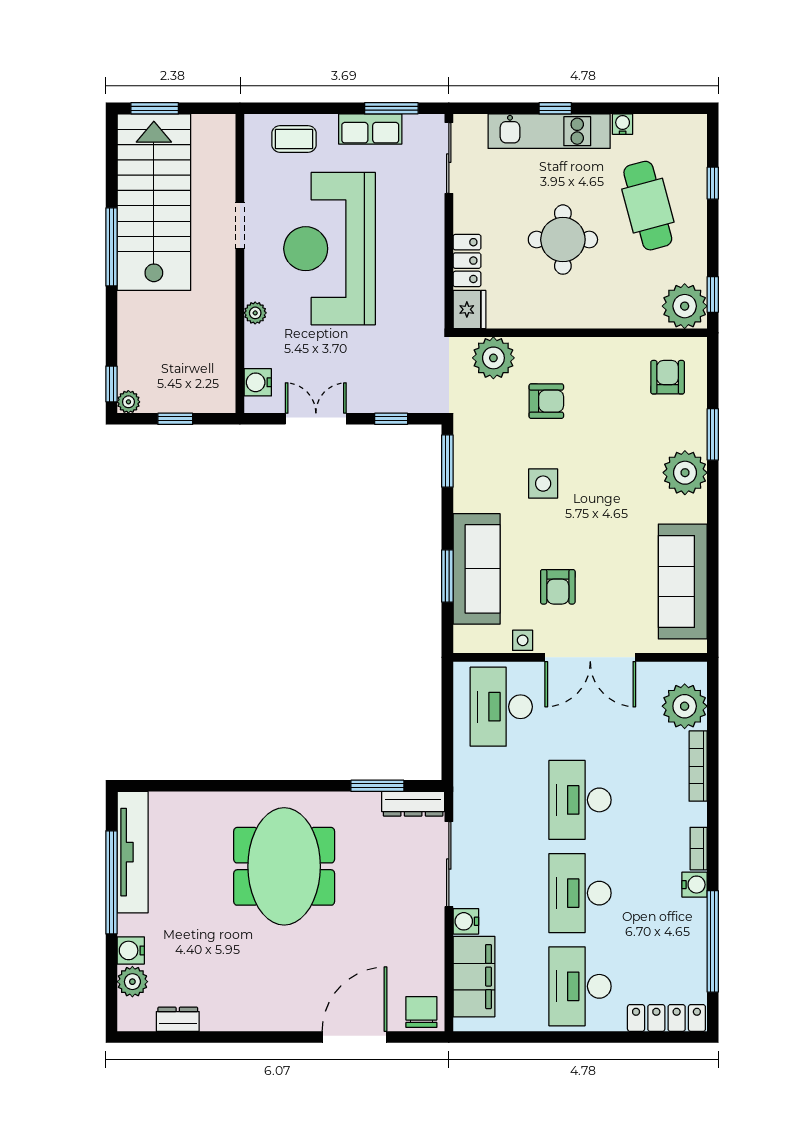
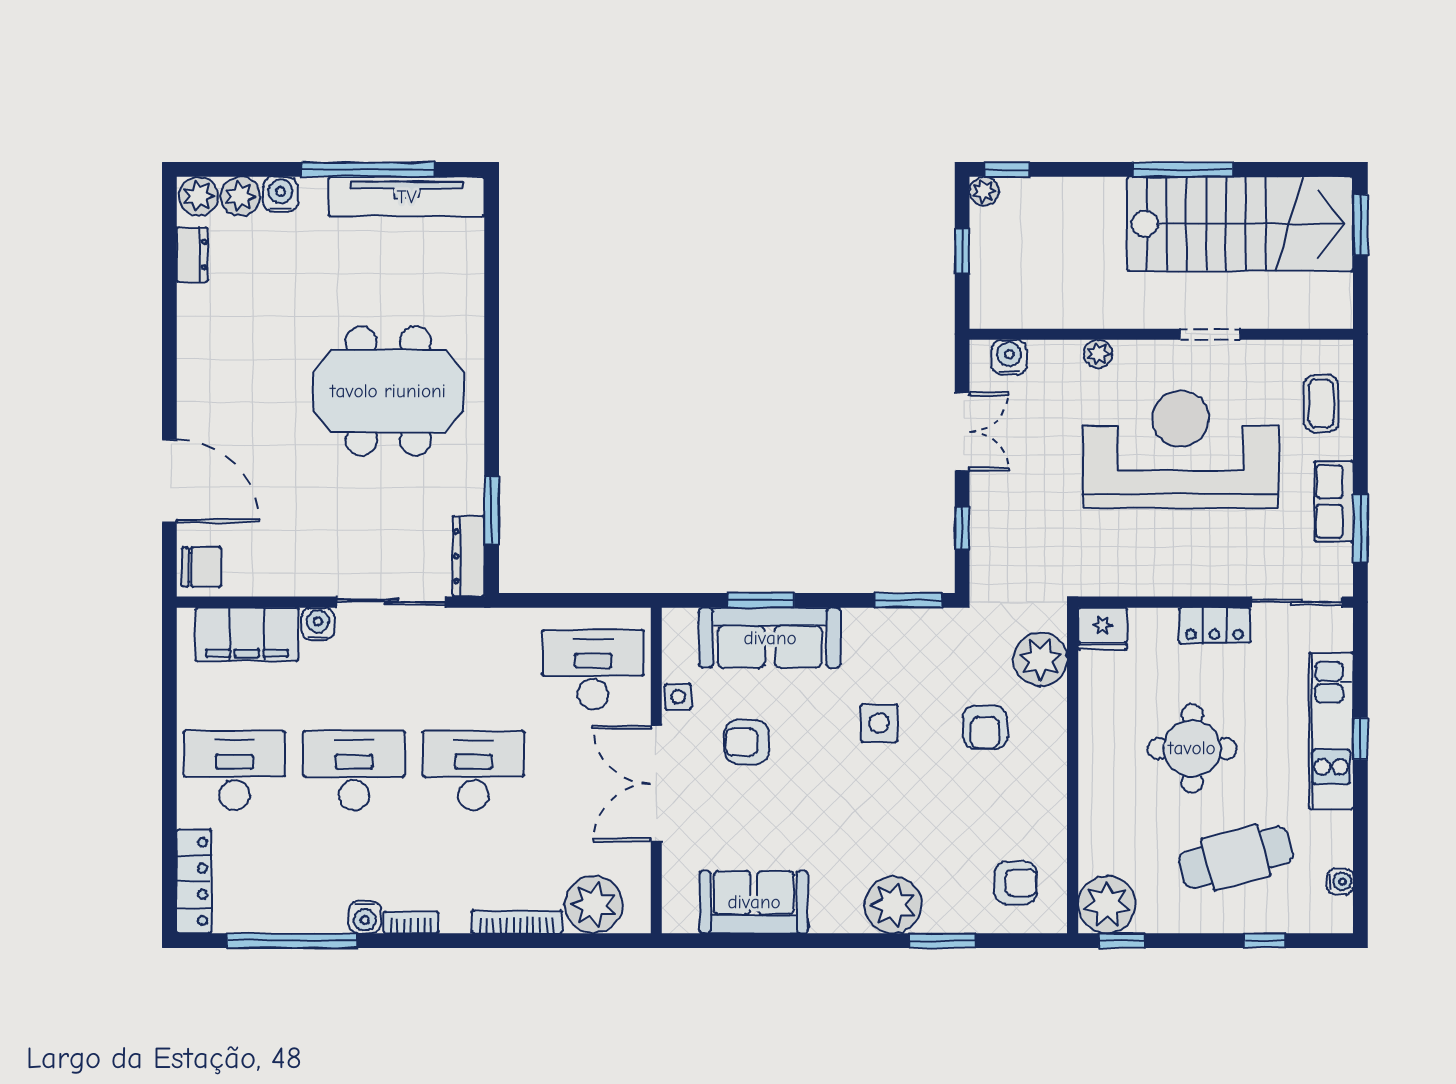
water cooler: (623, 124) -> (1340, 882), moved
locker: (467, 261) -> (1215, 625), moved
sofa: (683, 581) -> (754, 902), width x0.73
plant: (132, 1014) -> (198, 196), added

